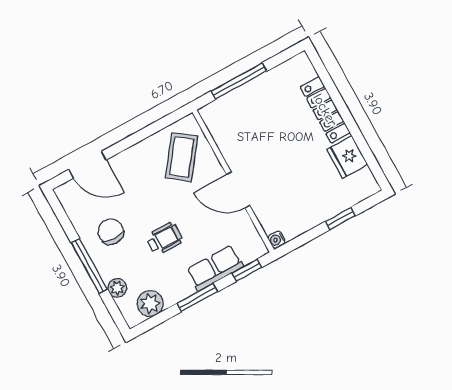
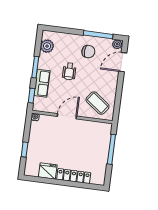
window: (89, 266) -> (98, 35), moved
plant: (117, 288) -> (117, 44), moved

